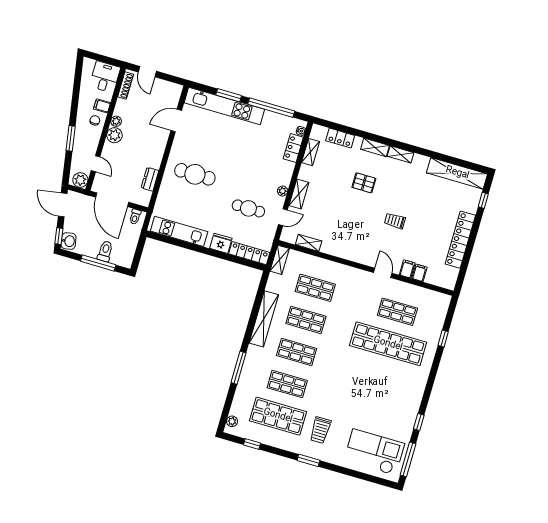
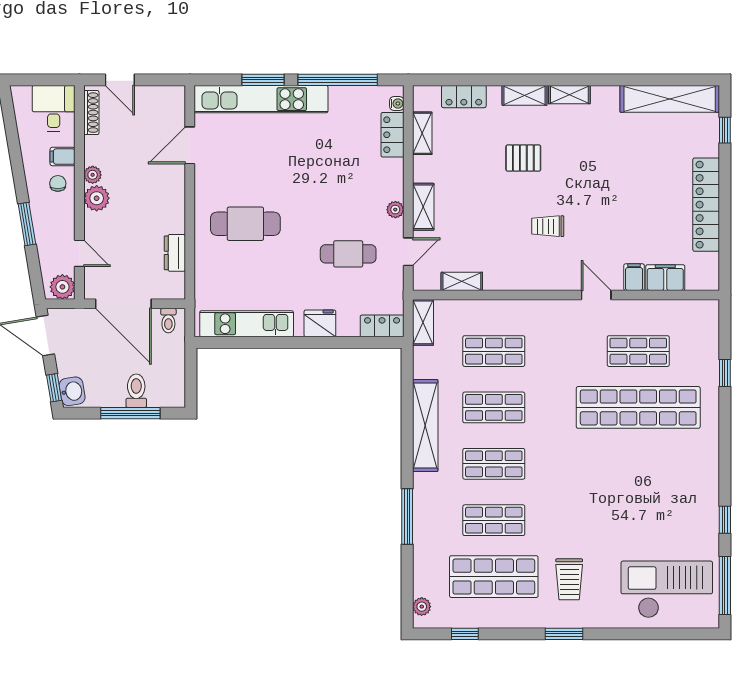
trolley: (395, 221) -> (548, 226), moved
locker: (249, 253) -> (382, 326), width x0.66
filing cabinet: (419, 273) -> (665, 278), width x2.00

